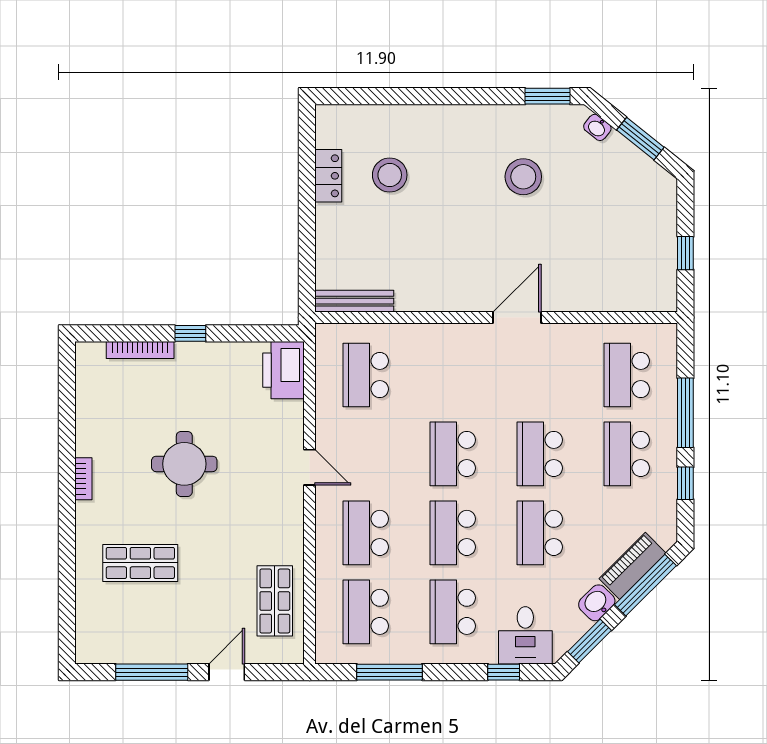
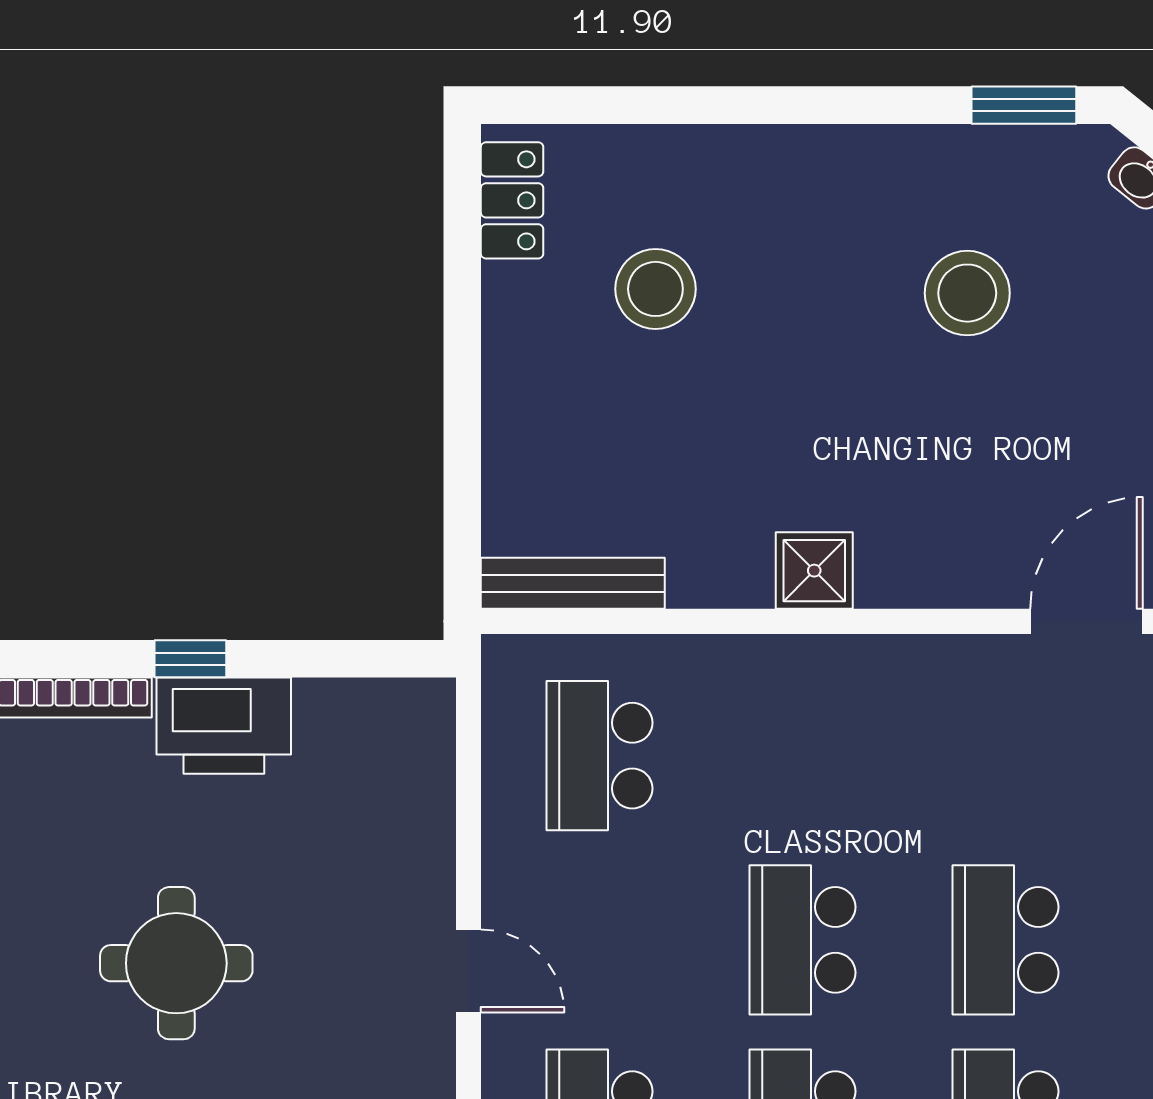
locker: (328, 176) -> (512, 200), moved
shower: (458, 296) -> (814, 571), added
door: (517, 317) -> (1086, 621), moved
printer: (284, 370) -> (224, 726), moved, turned -90

